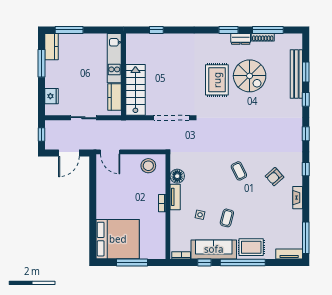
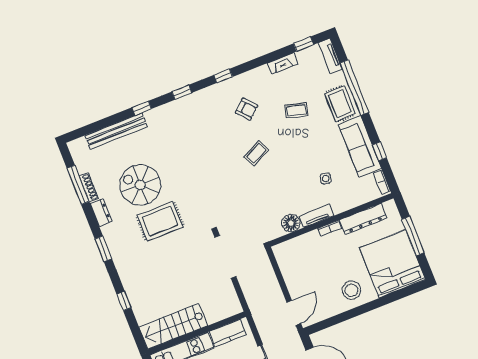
window: (156, 30) -> (124, 301), moved
window: (229, 30) -> (103, 249), moved
window: (306, 72) -> (110, 121), removed
spiral stairs: (250, 76) -> (140, 185), turned -90
stairs: (135, 90) -> (173, 326), moved
stool: (148, 166) -> (351, 290), moved
fireplace: (298, 198) -> (283, 64), moved
coffee table: (227, 218) -> (296, 110), moved
dresser: (159, 231) -> (363, 219), added
window: (306, 238) -> (304, 44), width x0.46
window: (243, 262) -> (354, 88), moved

